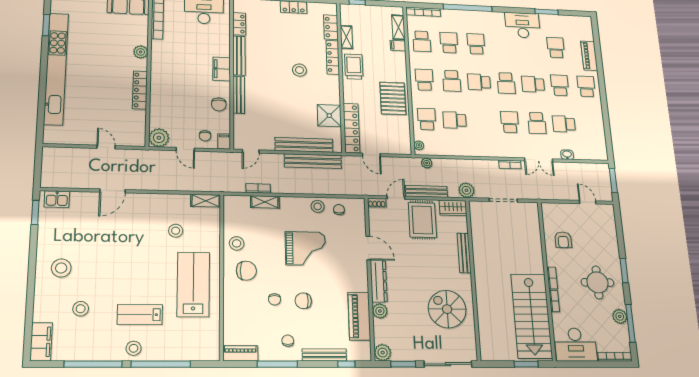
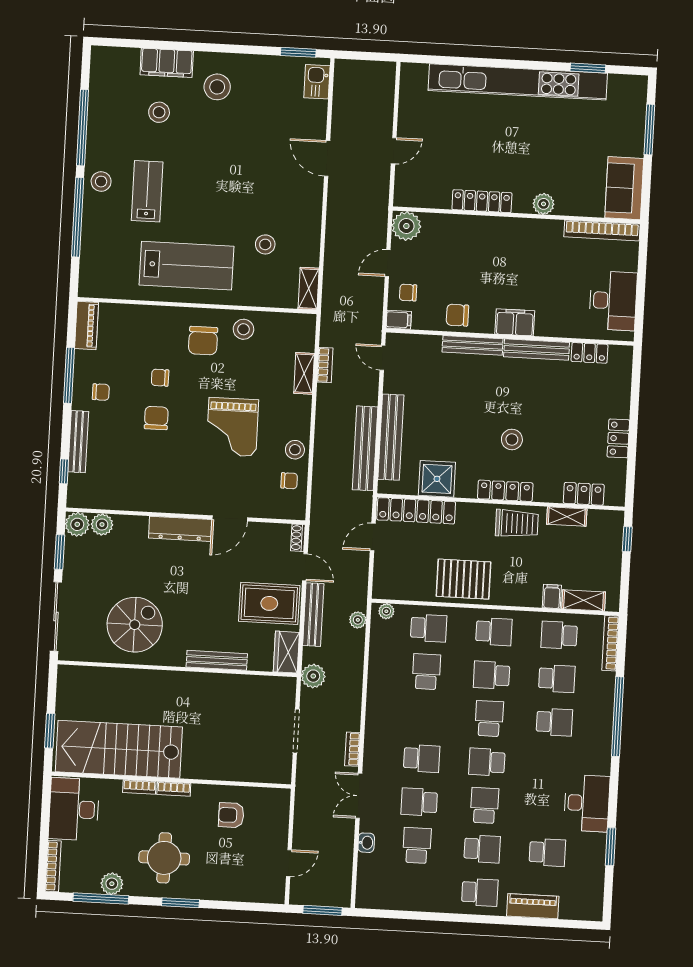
locker: (333, 57) -> (505, 491), moved
plant: (380, 311) -> (102, 524), moved
piano: (359, 316) -> (131, 496), removed
filing cabinet: (41, 342) -> (167, 63), moved

